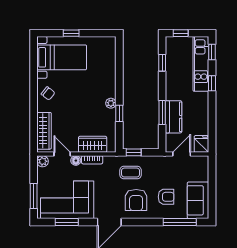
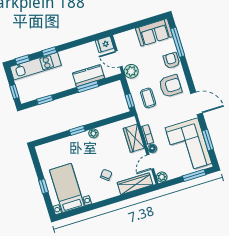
chair: (48, 93) -> (106, 175), moved
window: (119, 113) -> (77, 131), moved
plant: (164, 163) -> (131, 71), added
armchair: (166, 197) -> (171, 61), moved

